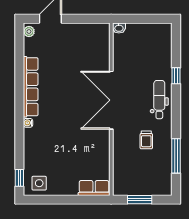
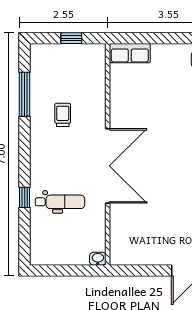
dental chair: (159, 100) -> (60, 202), moved, turned -90
window: (140, 200) -> (71, 38), width x0.67

